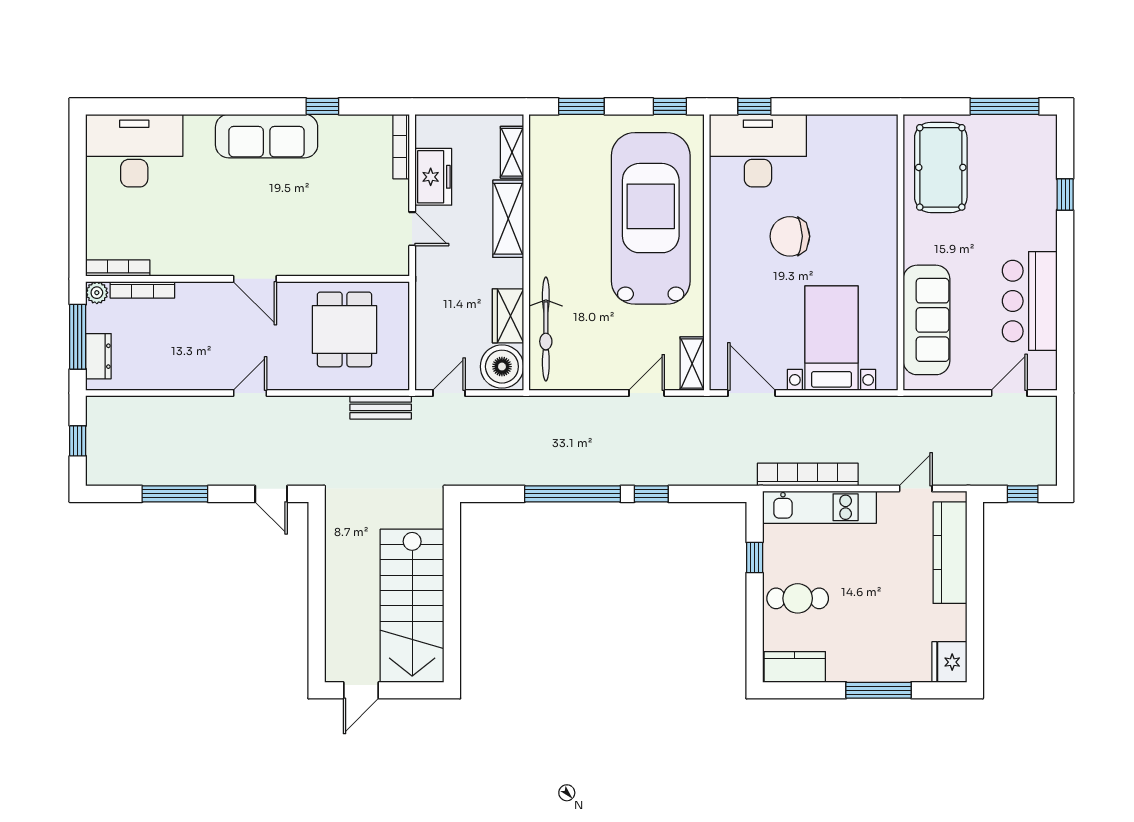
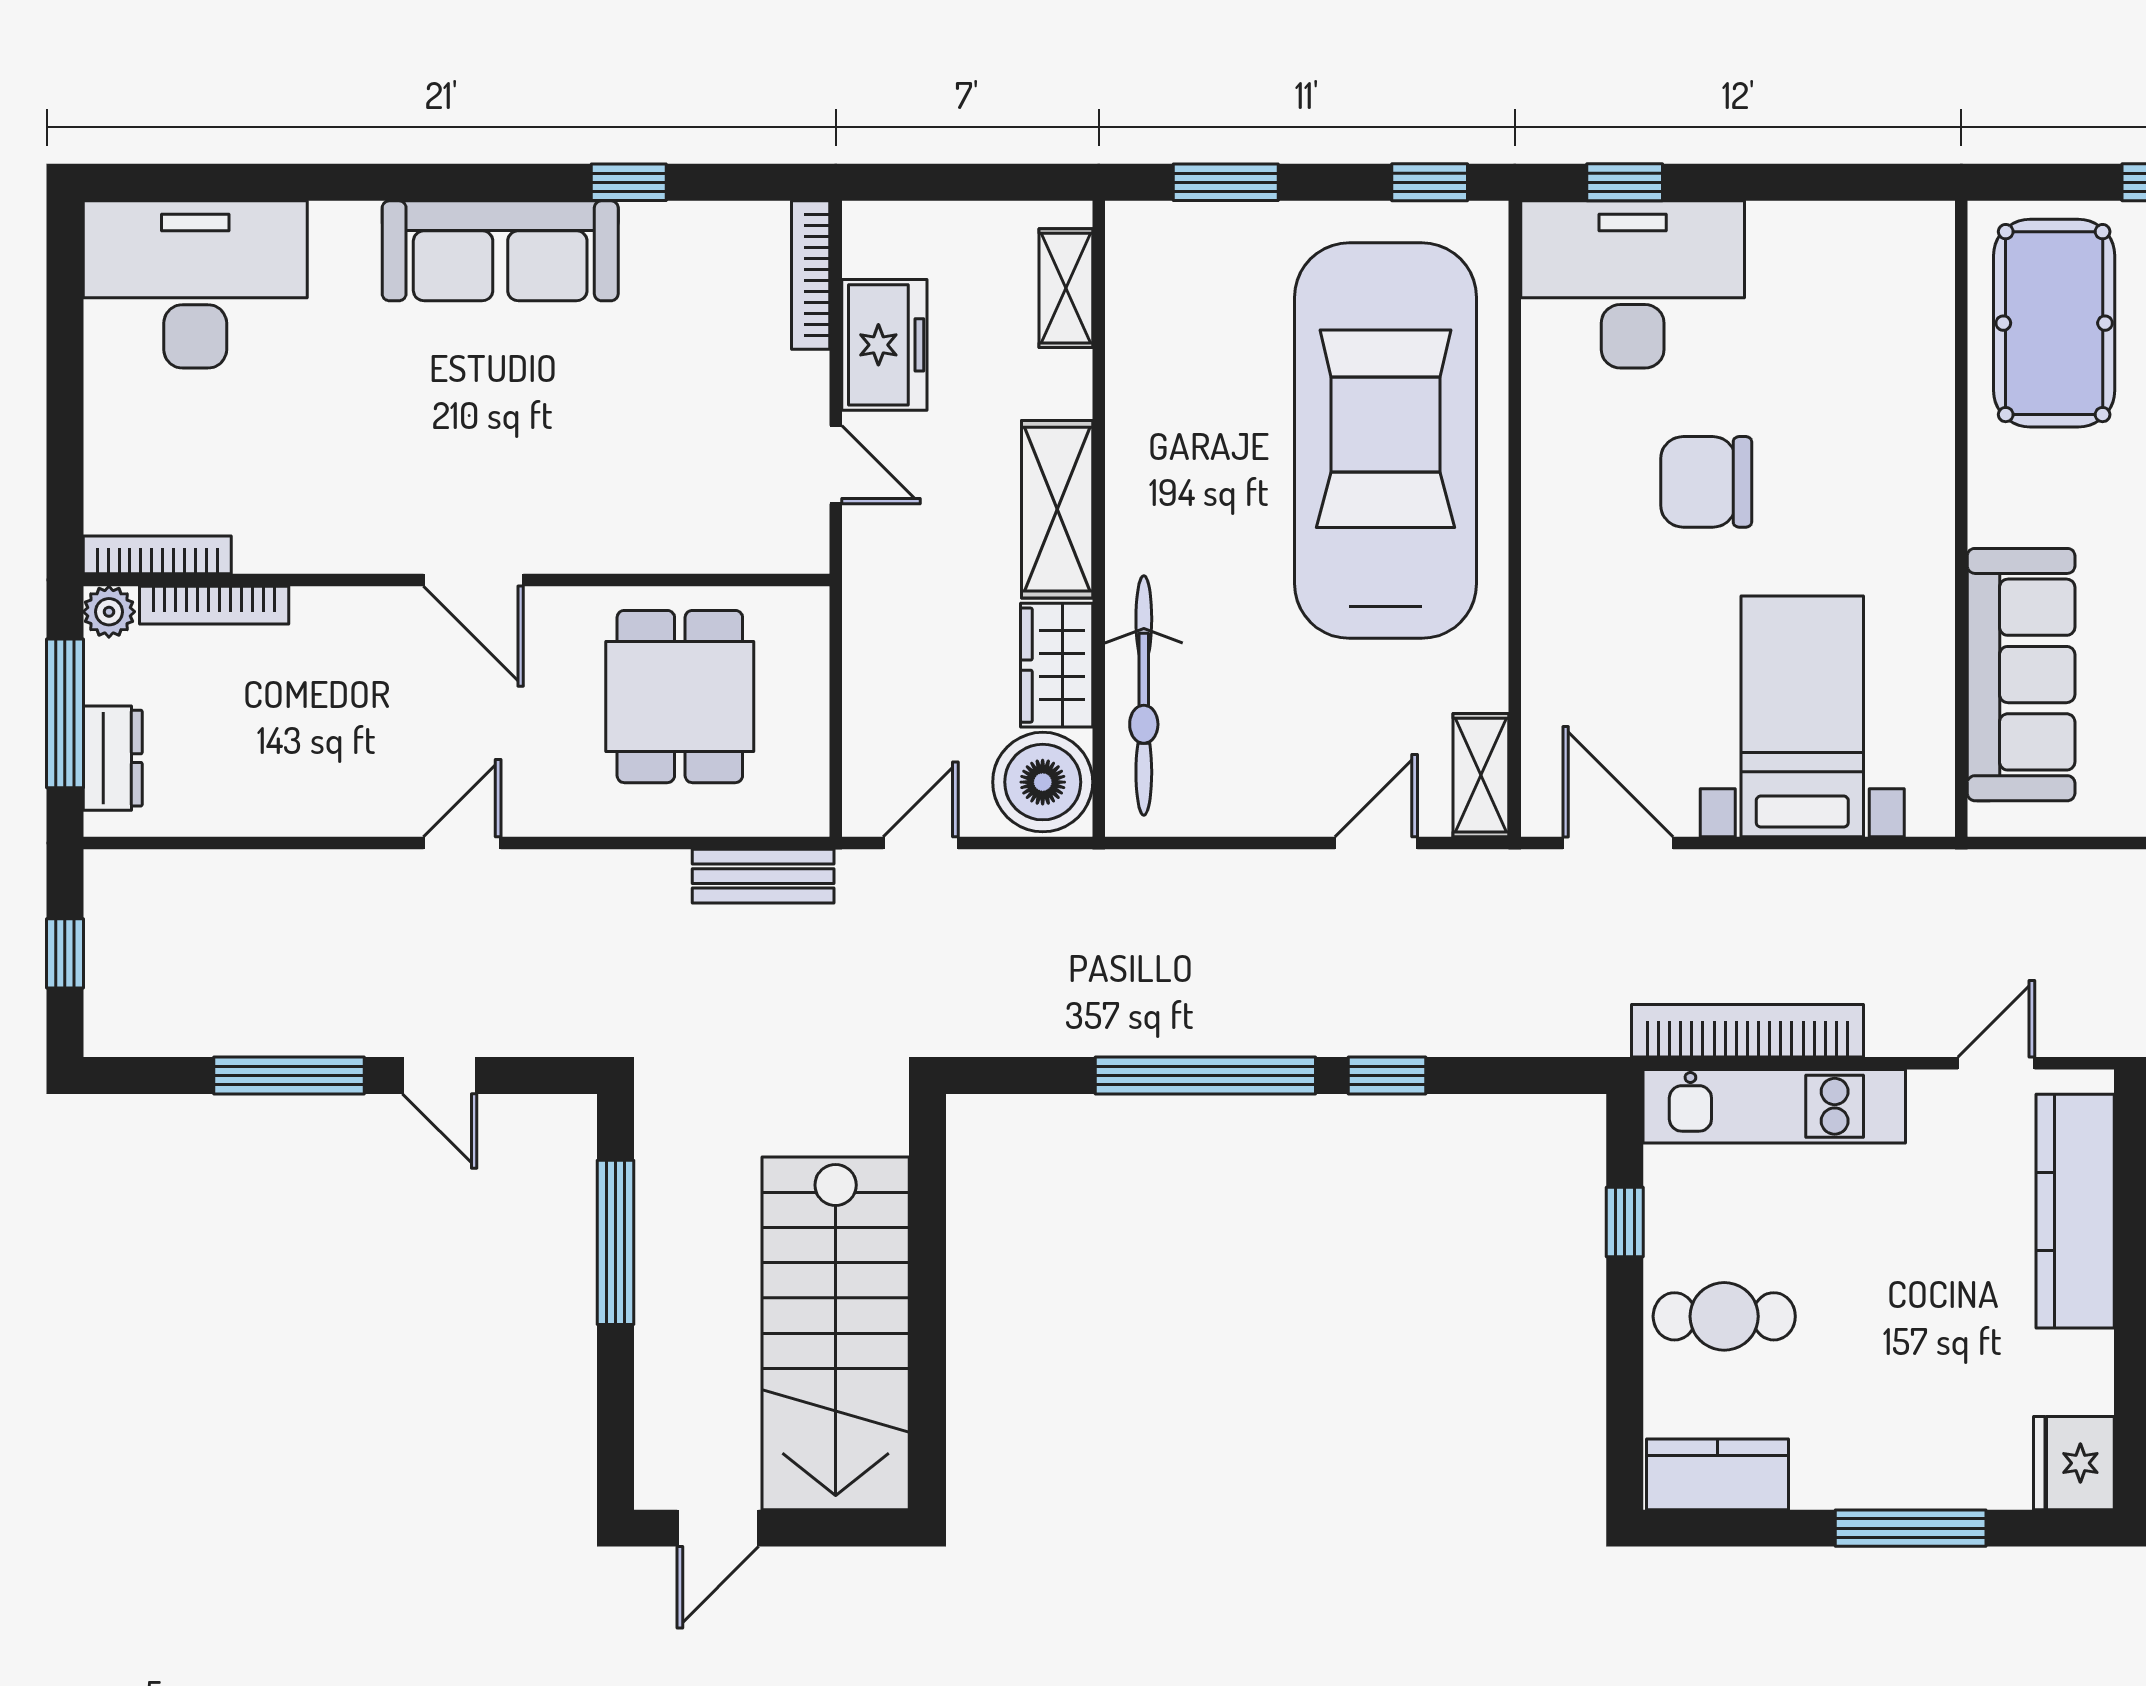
shelving: (508, 219) -> (1057, 509), moved
door: (271, 494) -> (440, 1075), moved
window: (317, 566) -> (616, 1242), added

